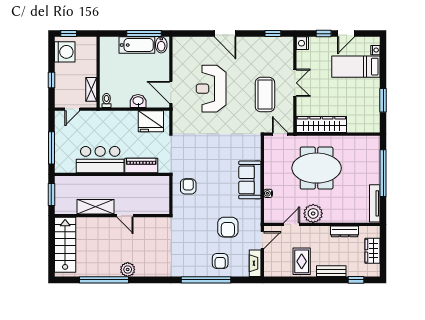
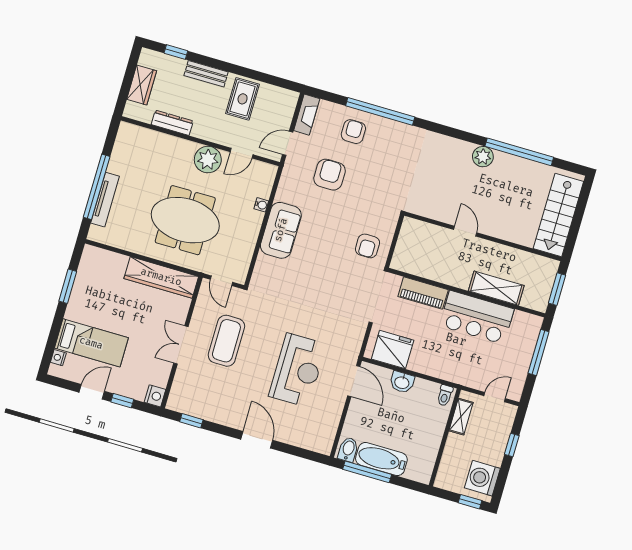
tv unit: (375, 203) -> (105, 200), moved
shelving: (95, 207) -> (496, 288), moved

